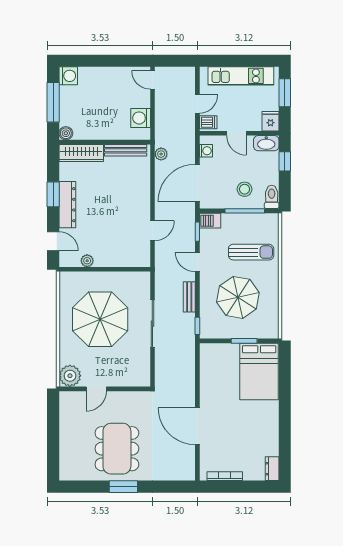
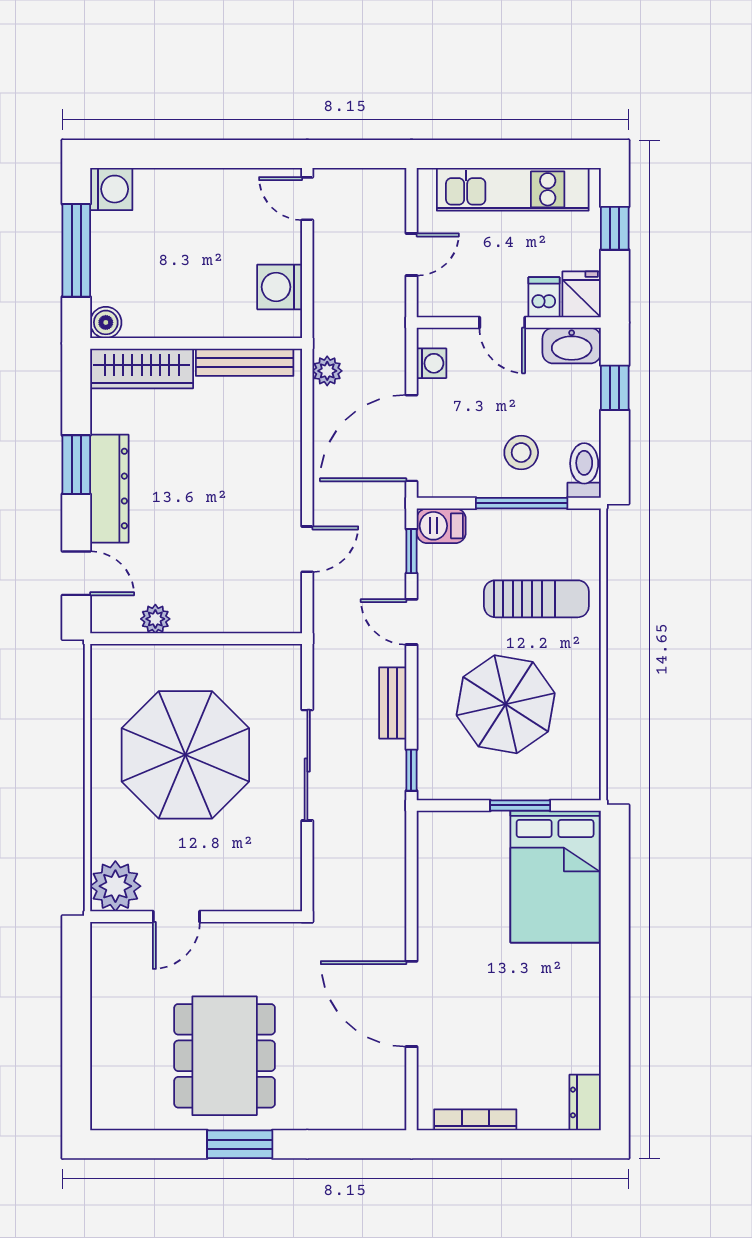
window: (285, 93) -> (615, 228), width x0.67
dishwasher: (208, 122) -> (544, 297), moved, turned -90

